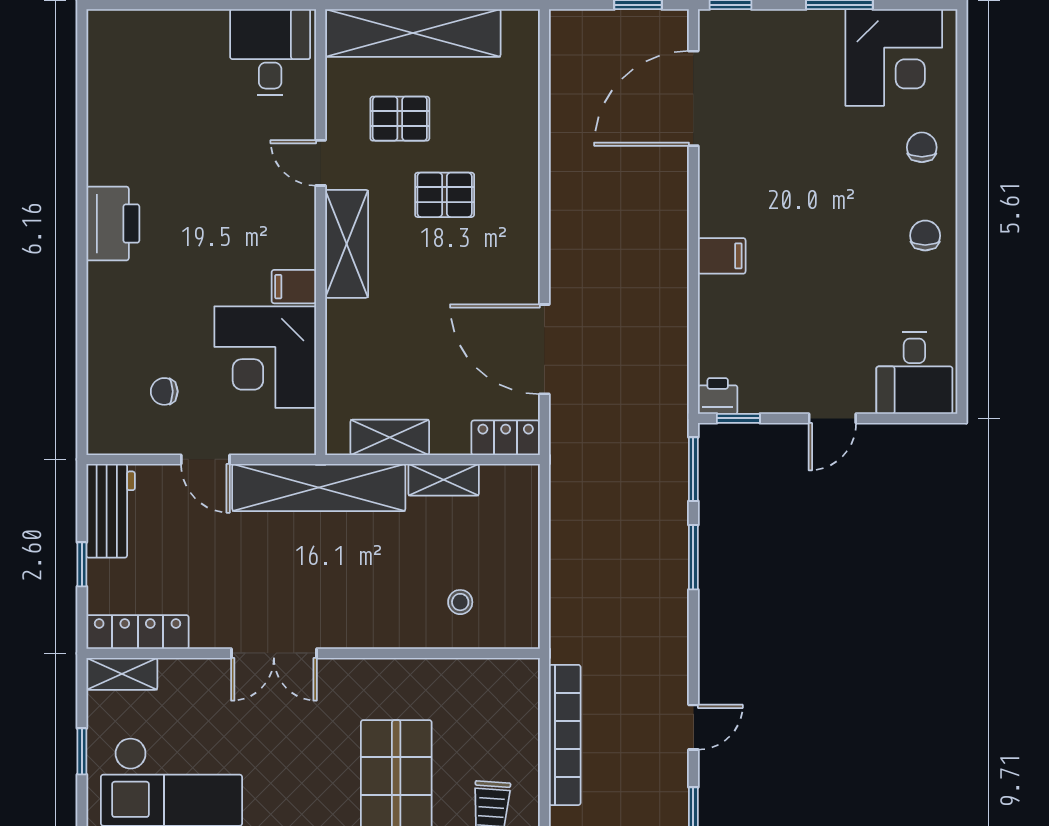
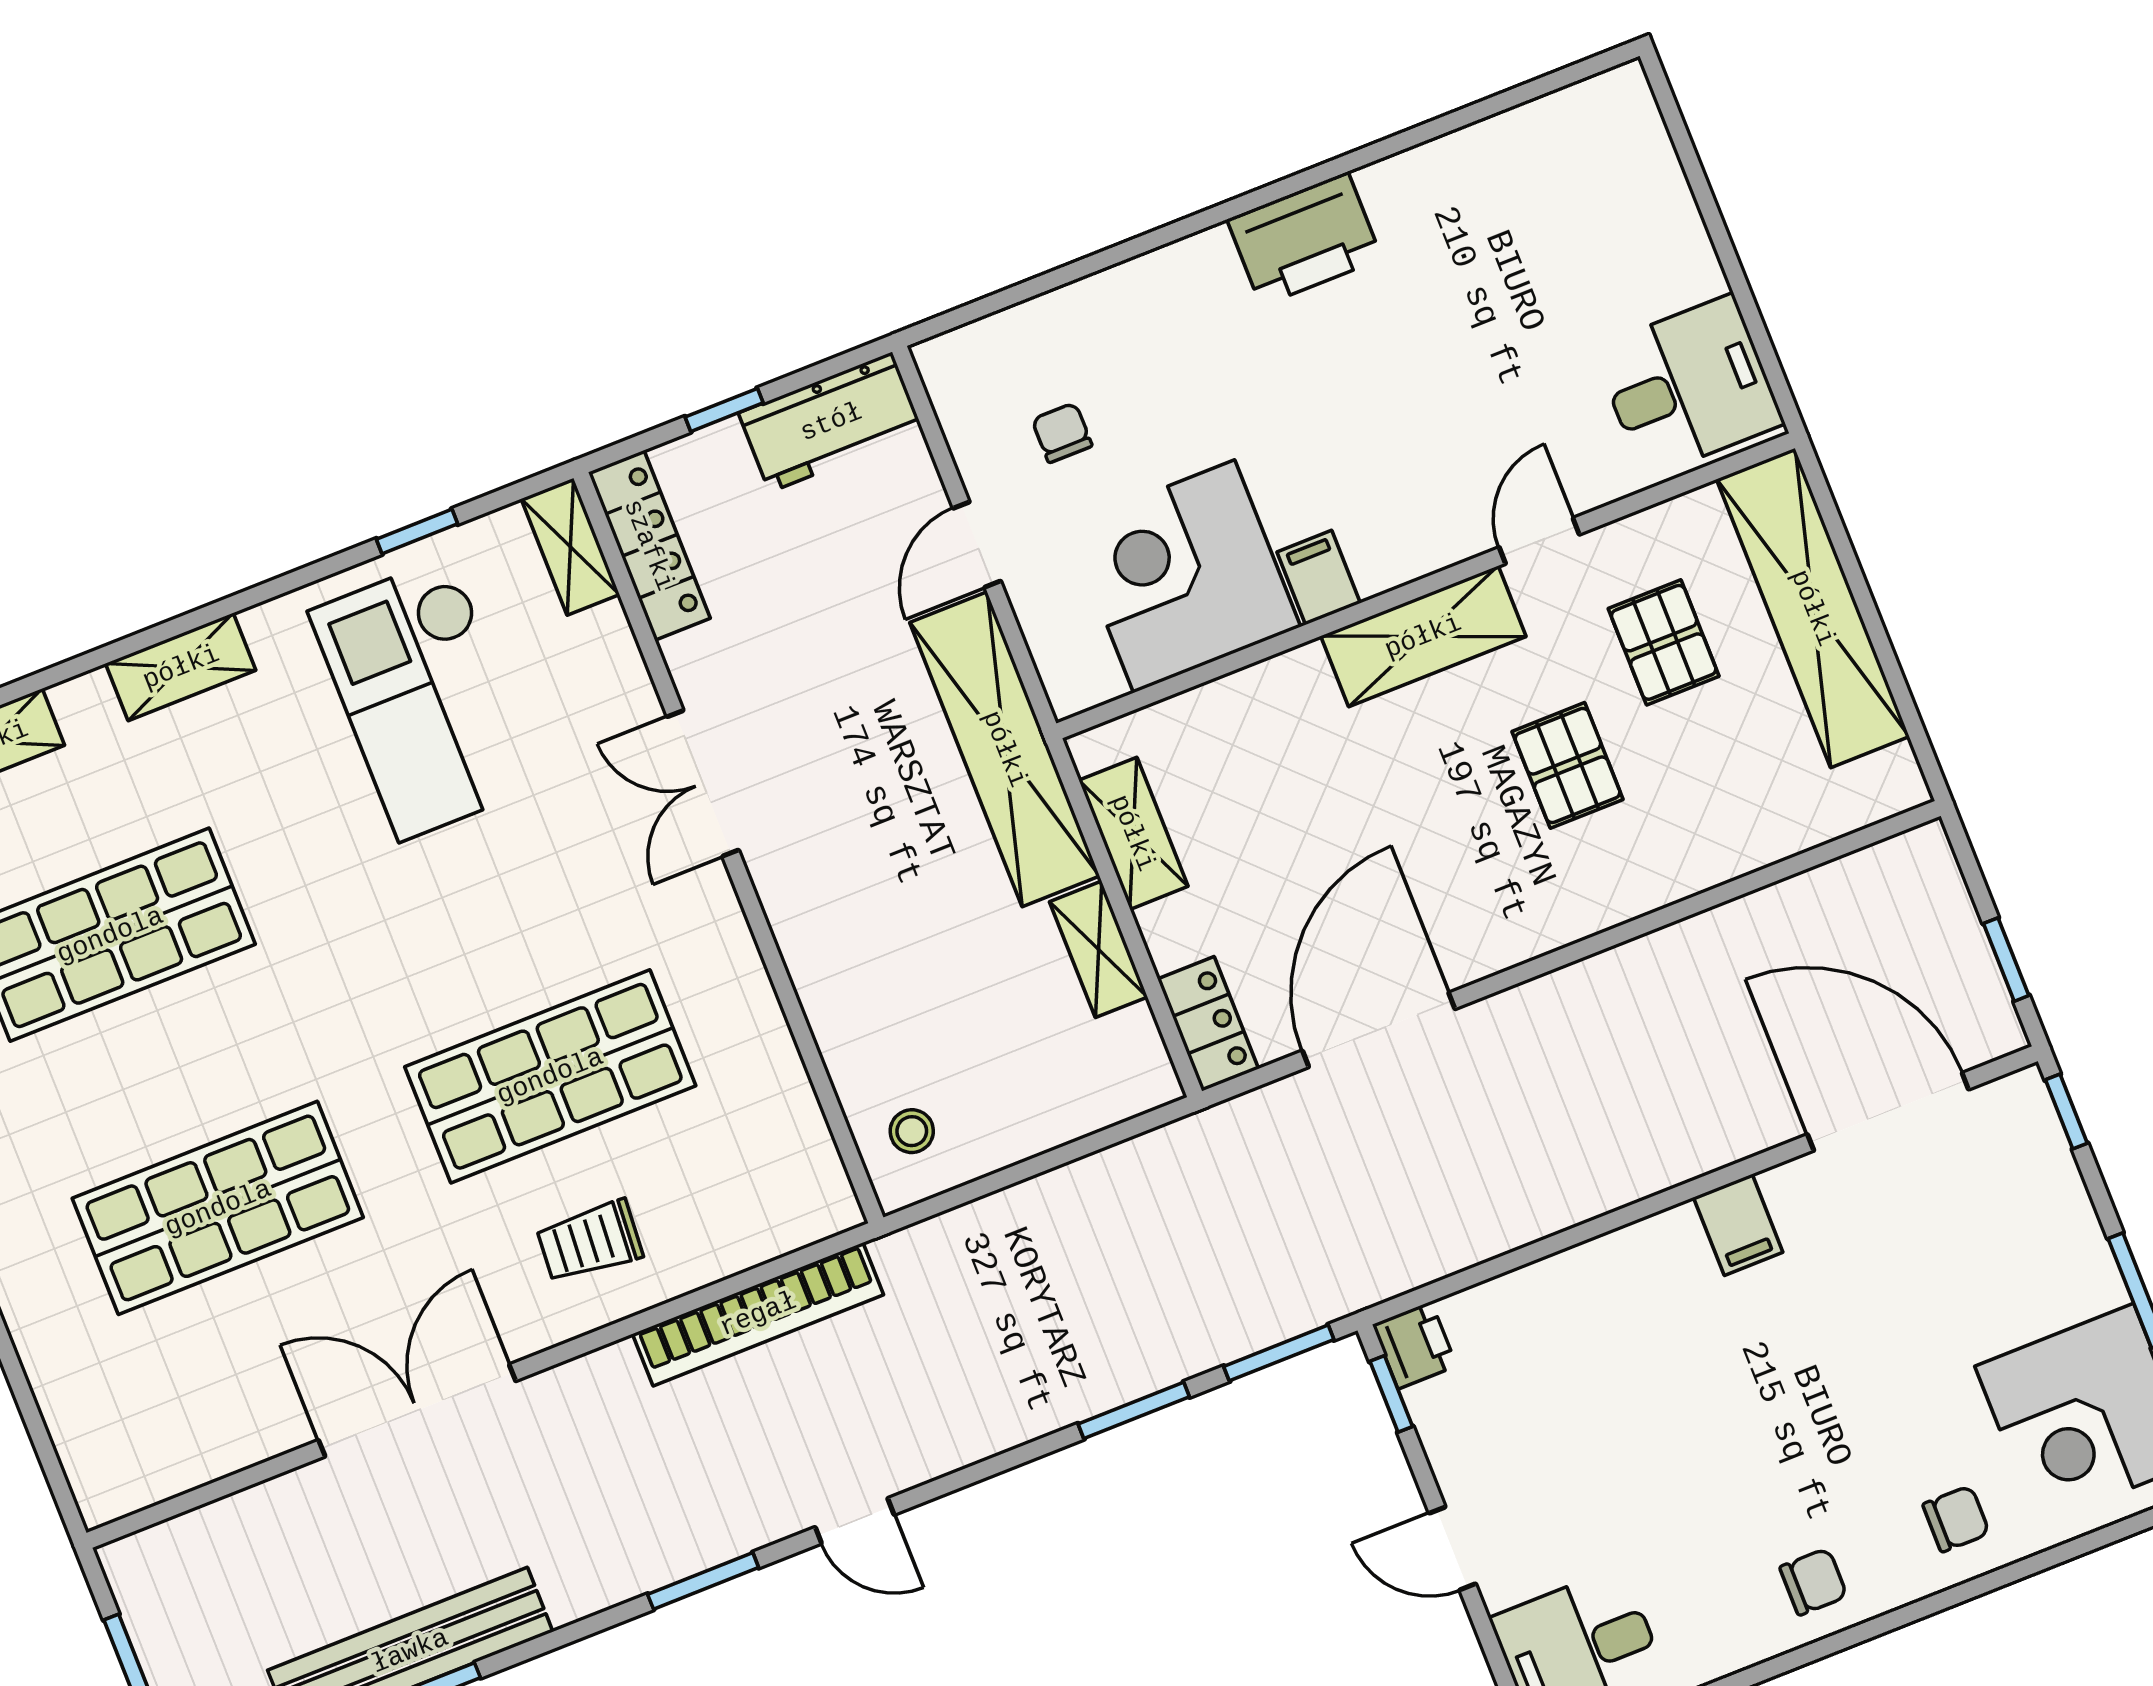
filing cabinet: (722, 256) -> (1738, 1225), moved
stool: (460, 602) -> (912, 1131), moved

